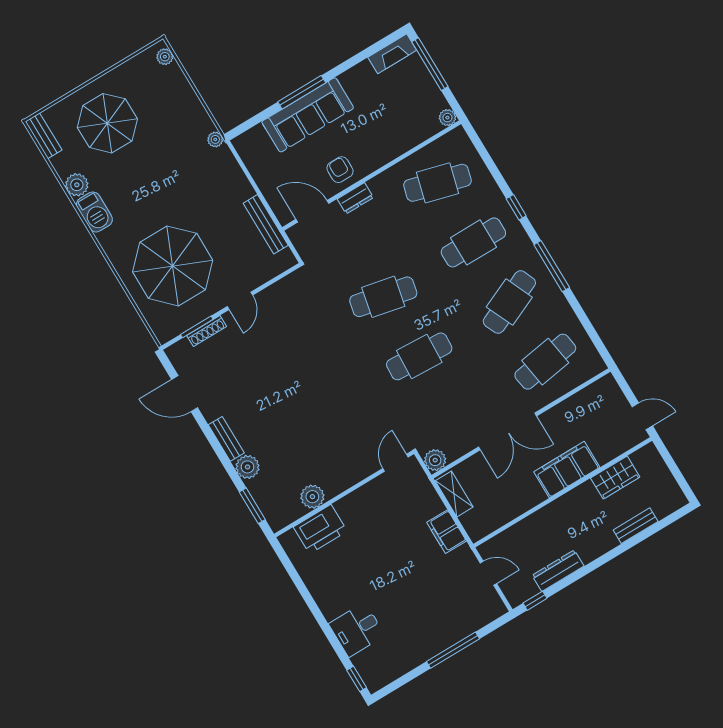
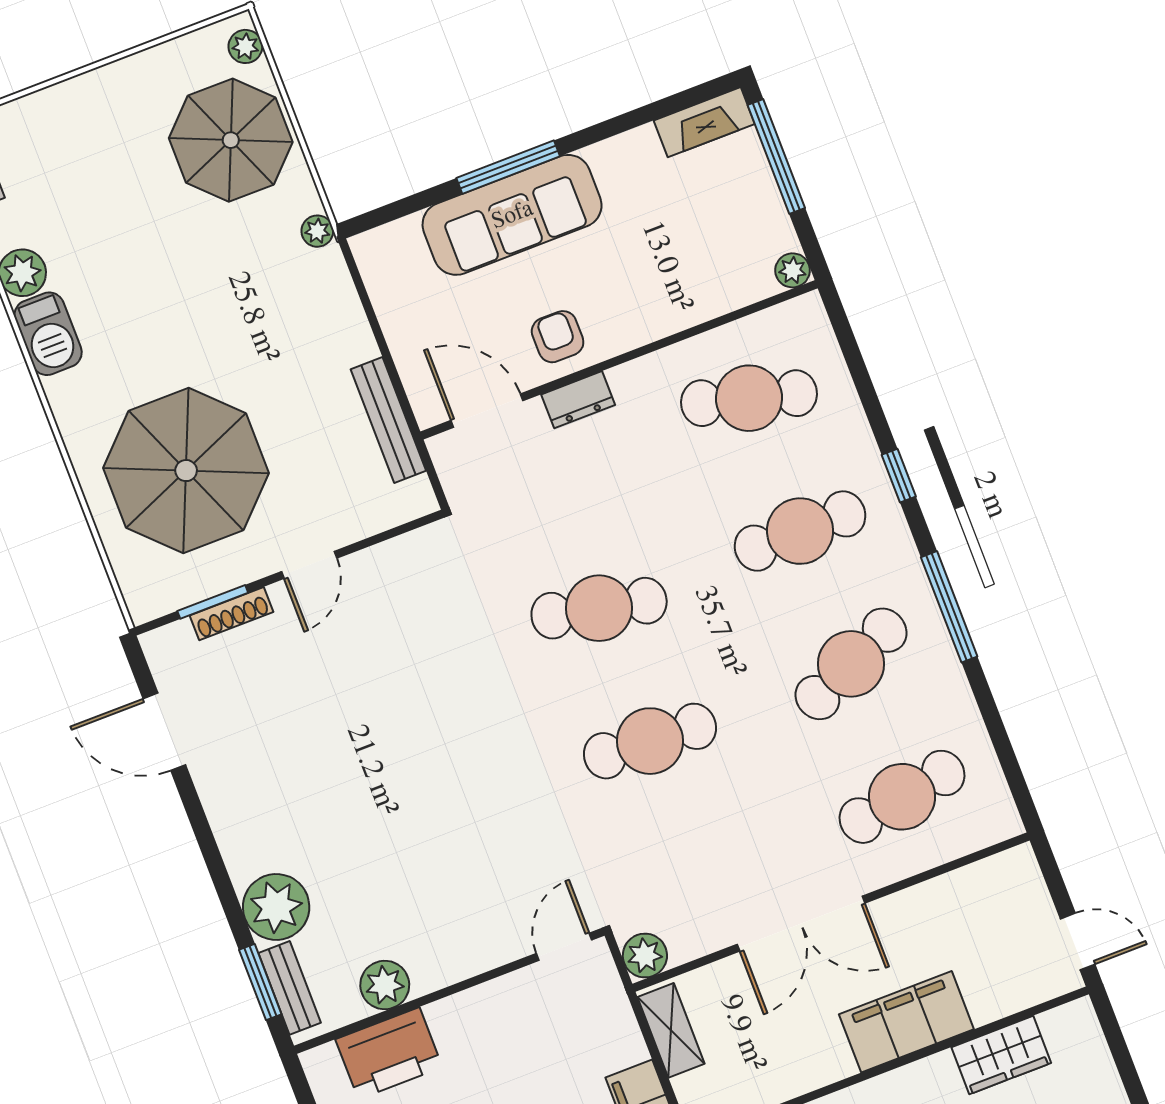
parasol: (107, 123) -> (231, 140), moved
bench: (226, 439) -> (290, 988), moved
plant: (247, 467) -> (276, 907), width x1.36, depth x1.36

